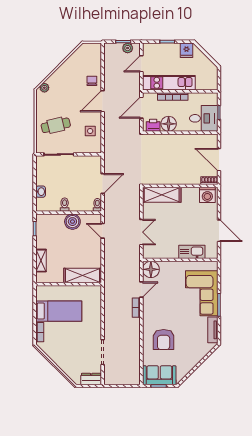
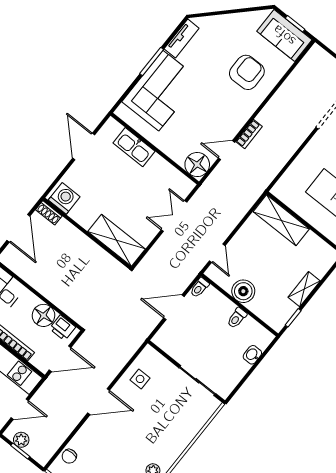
chair: (92, 81) -> (69, 456), moved
cafe table: (56, 125) -> (174, 417), removed
shelving: (41, 261) -> (304, 289), moved

